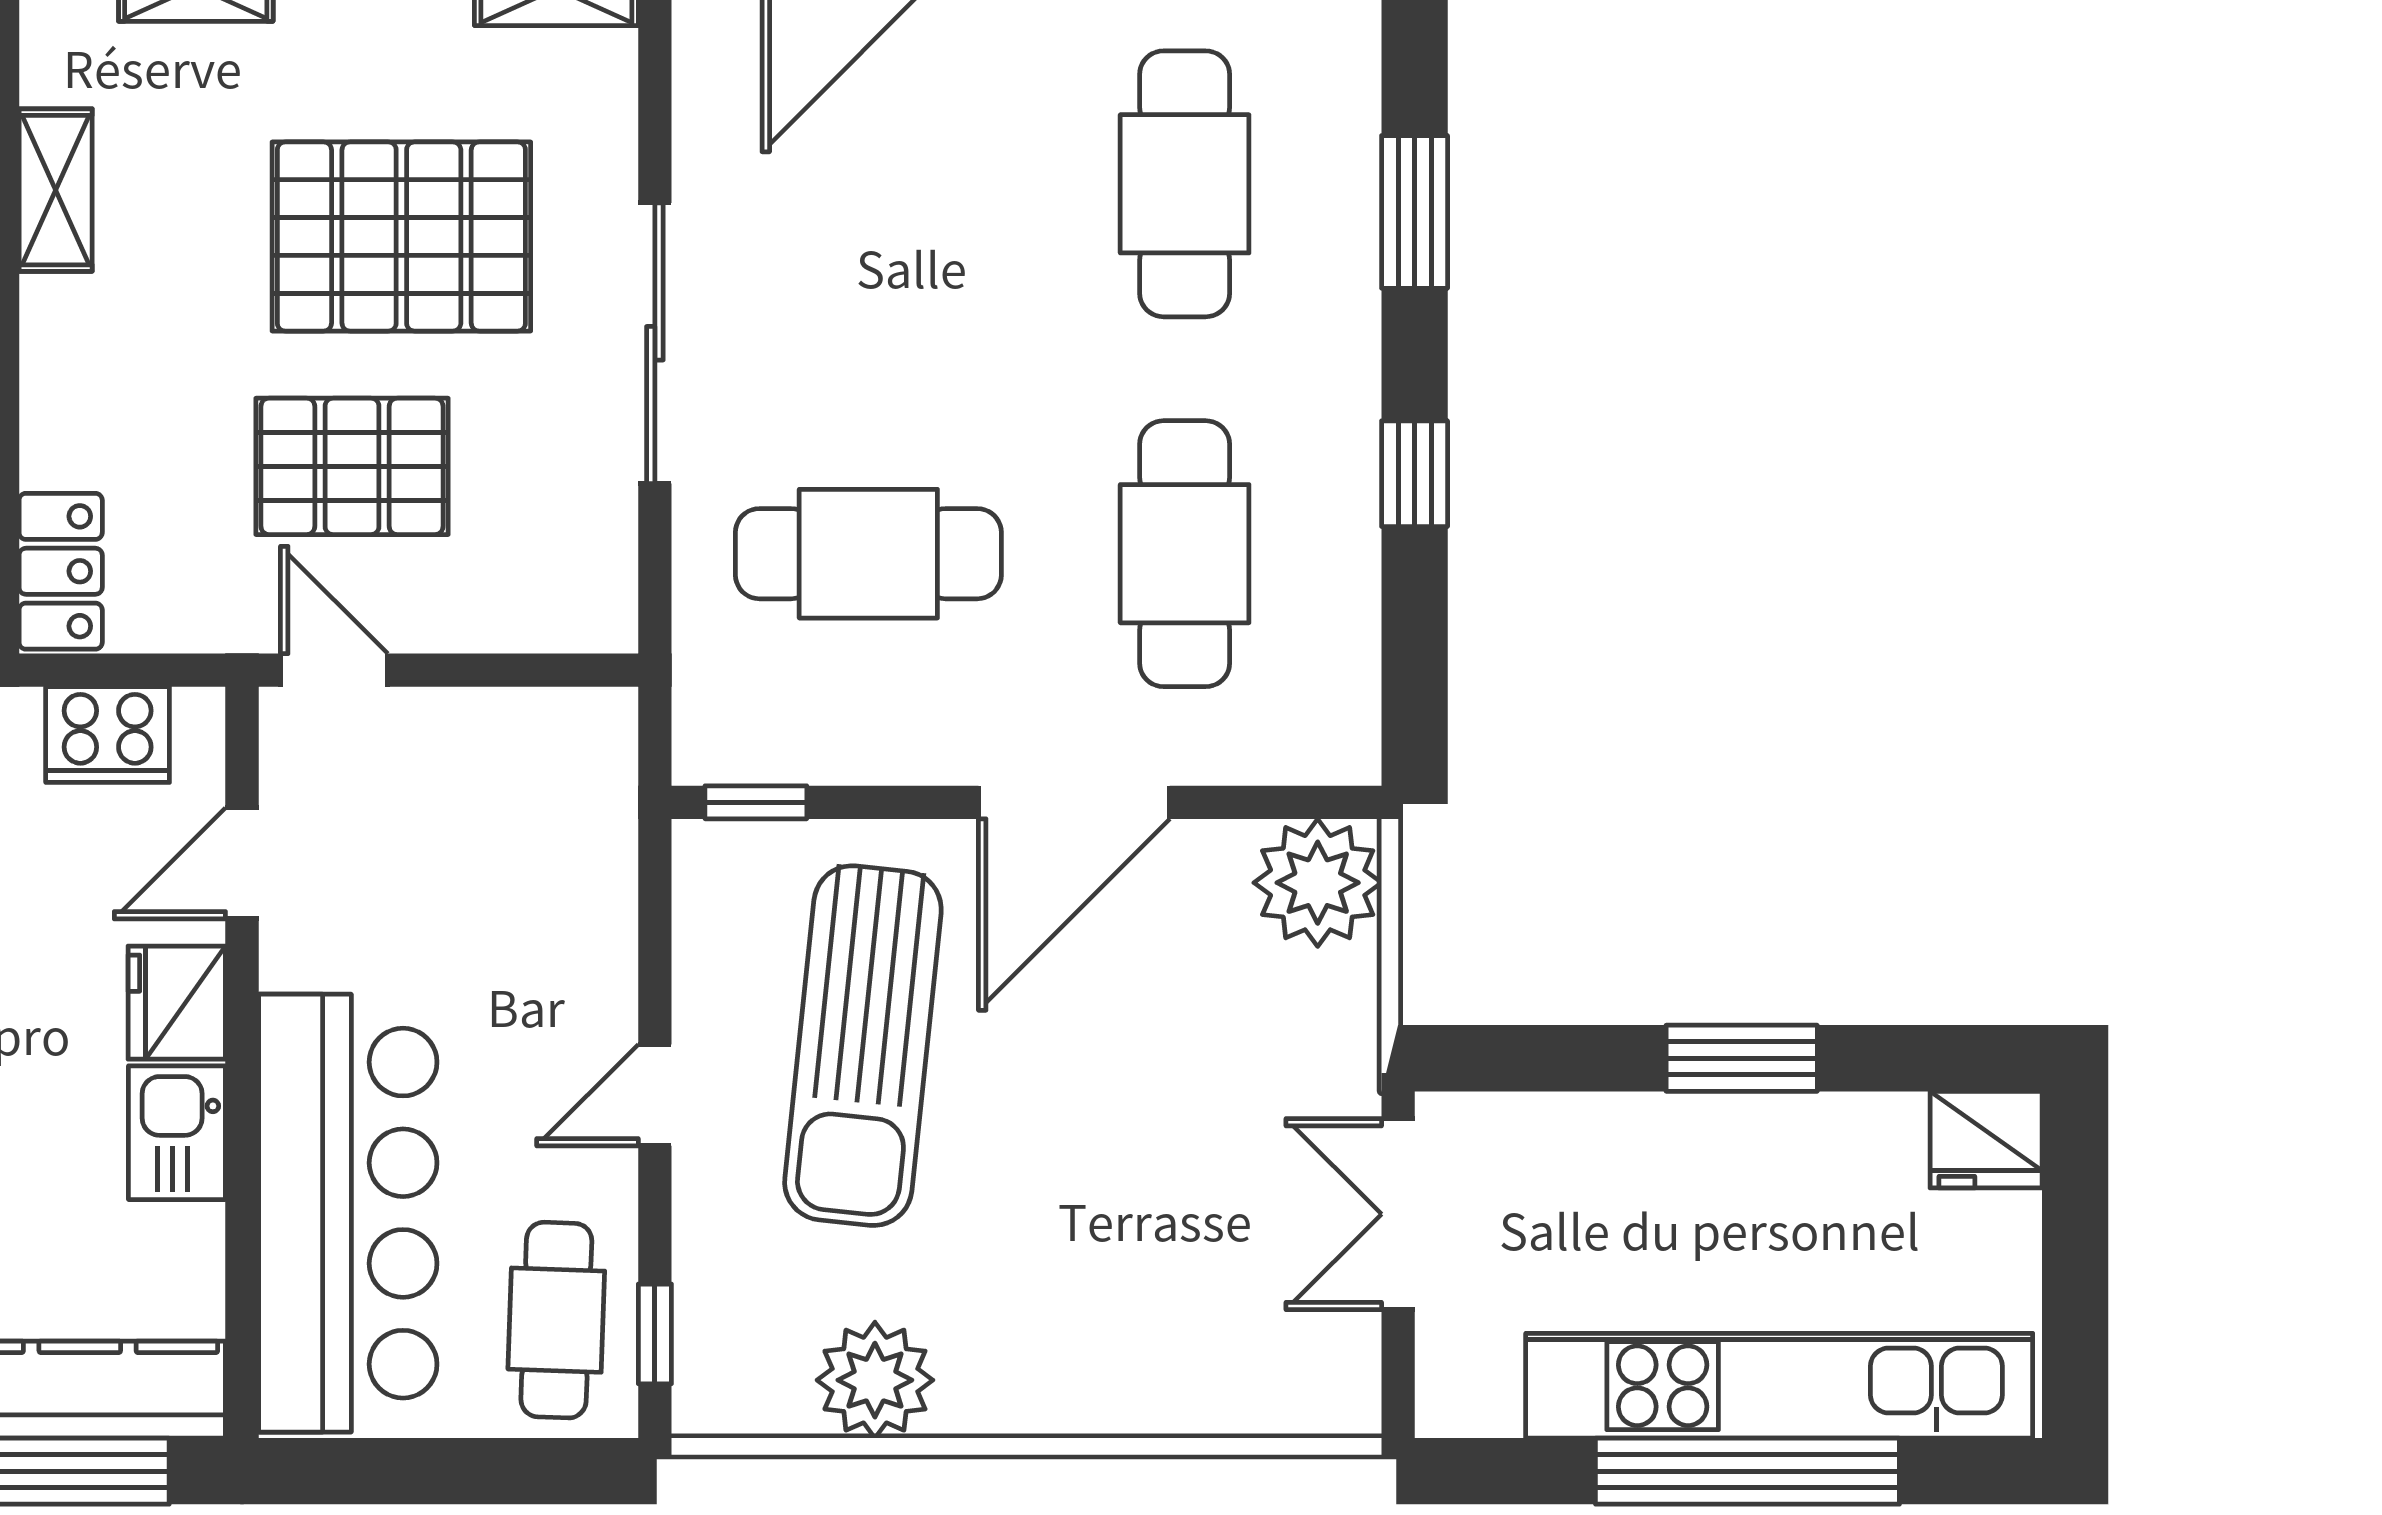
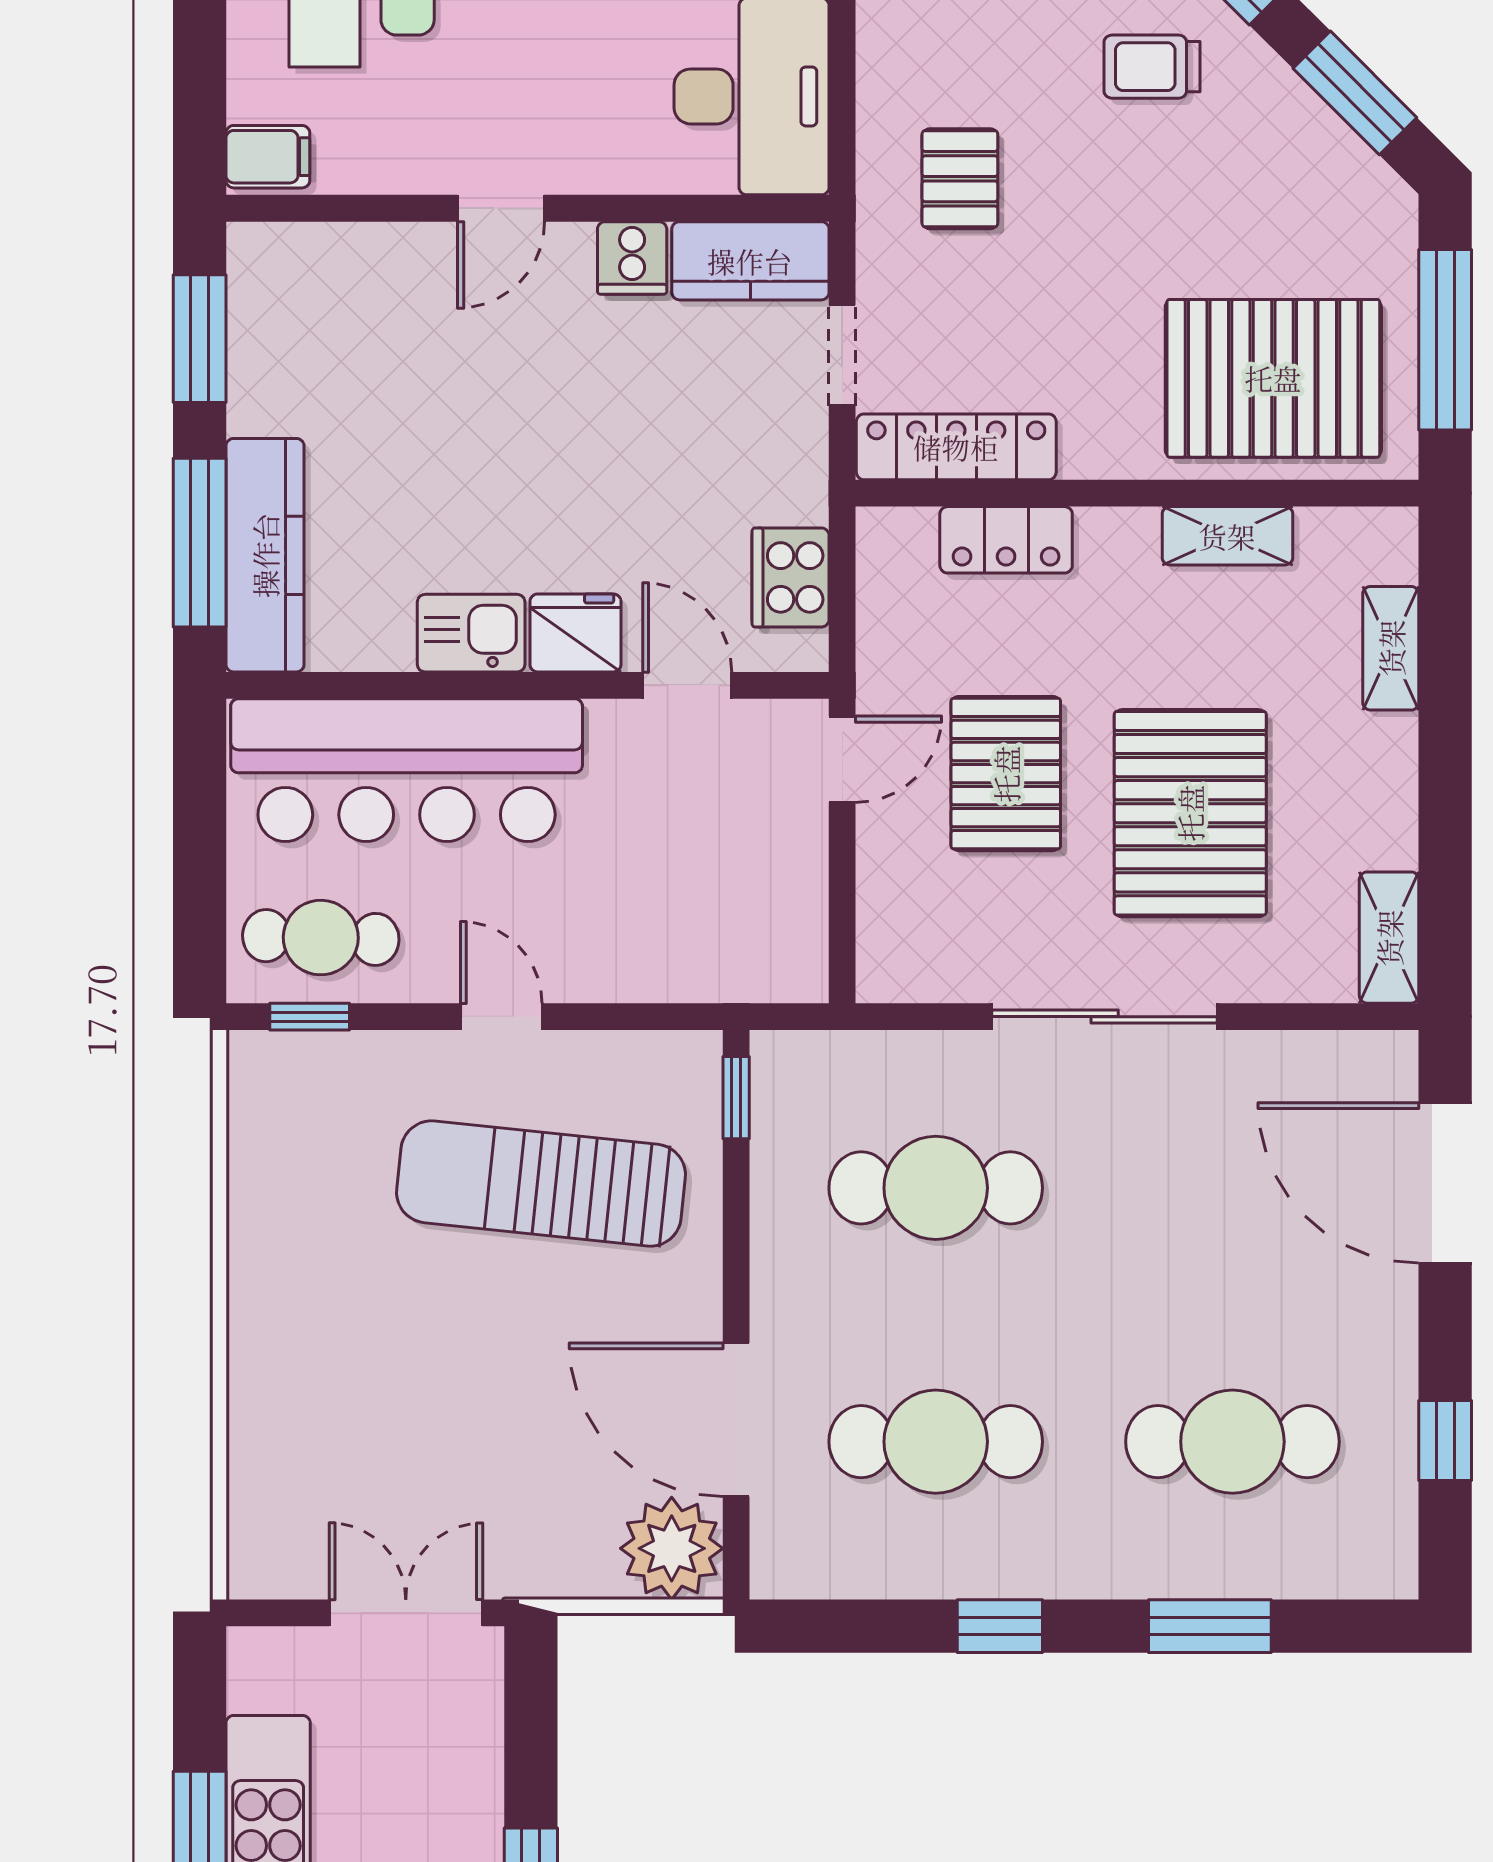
cafe table: (868, 554) -> (936, 1188), turned 90
locker: (61, 571) -> (1006, 540), moved
door: (1074, 802) -> (736, 1420), moved
plant: (875, 1380) -> (273, 1193), removed

